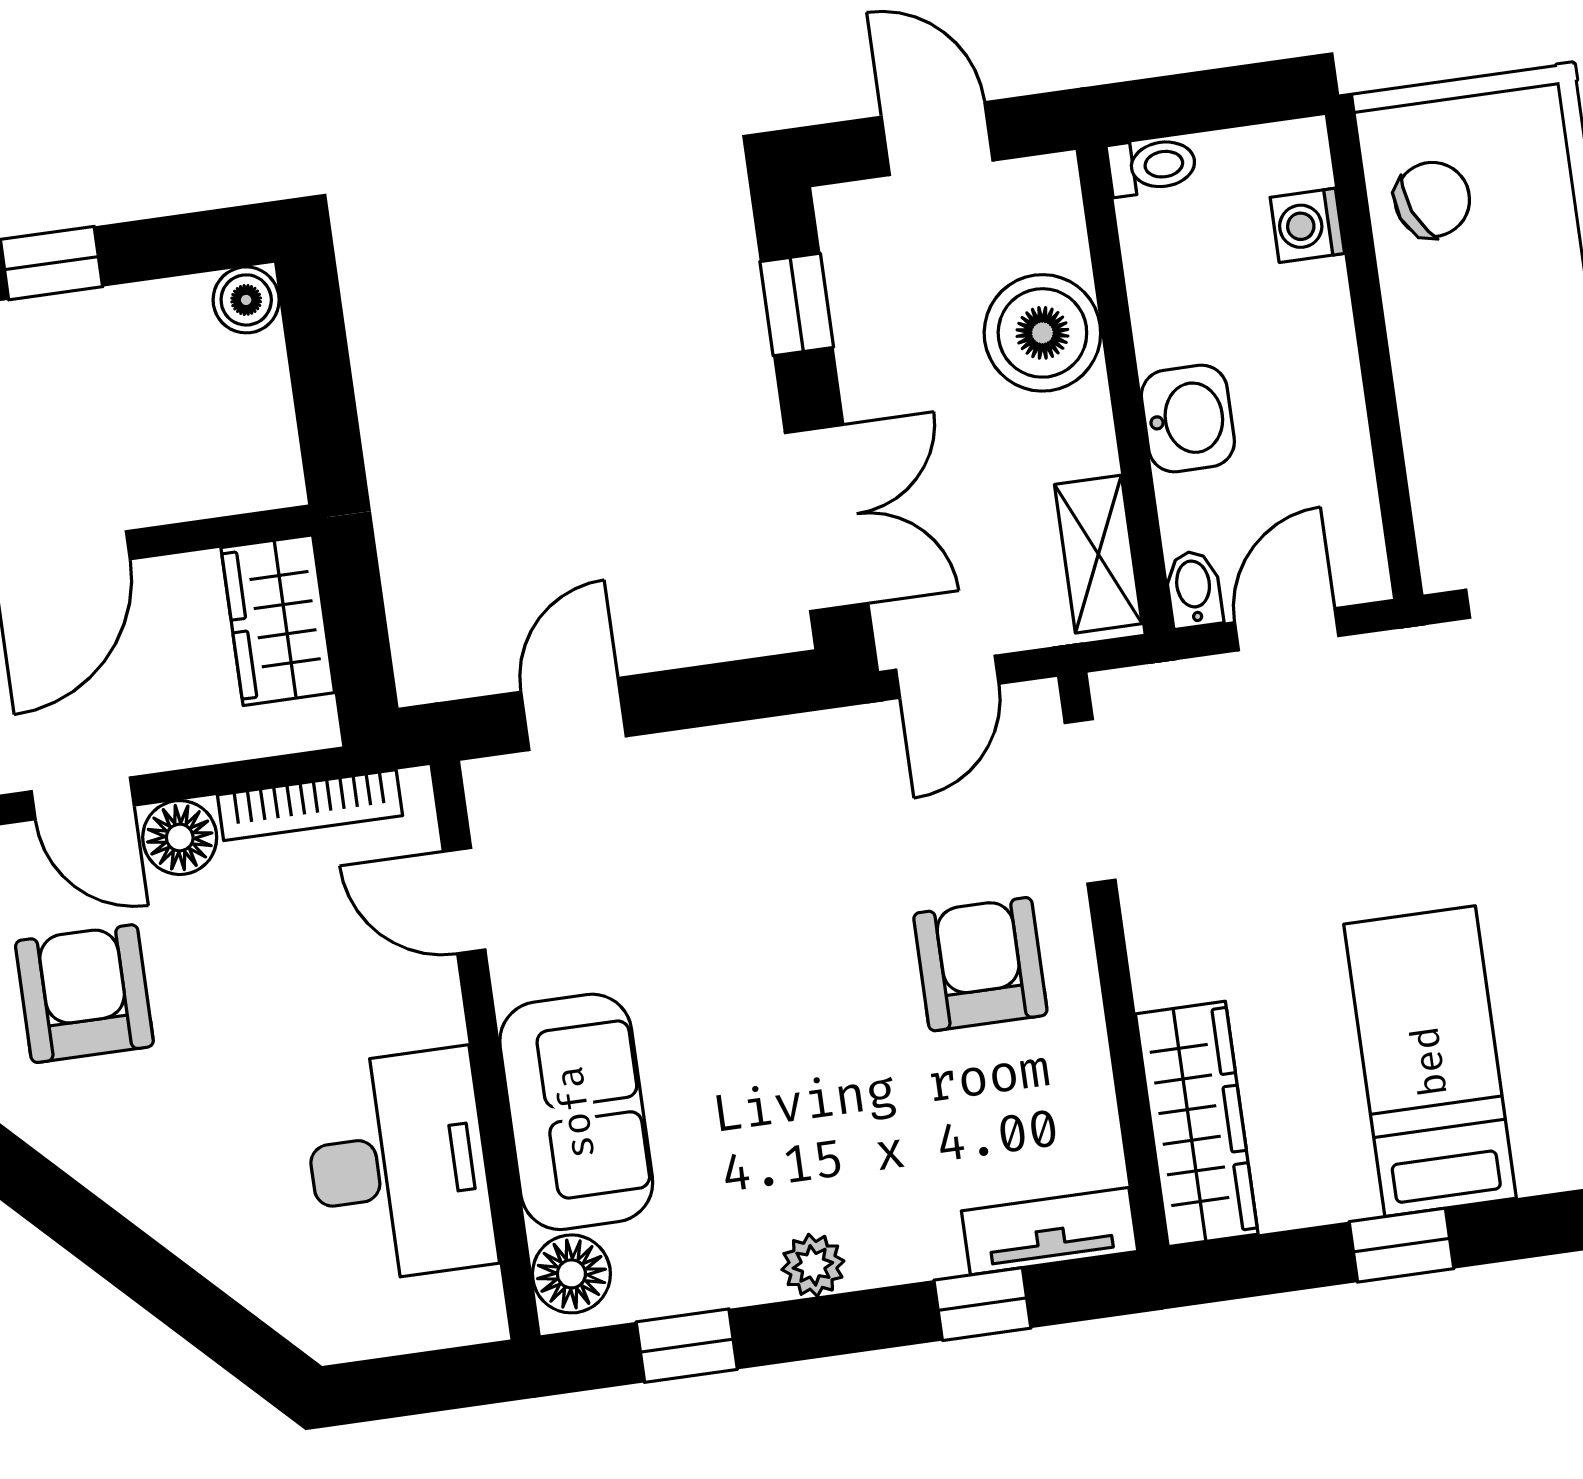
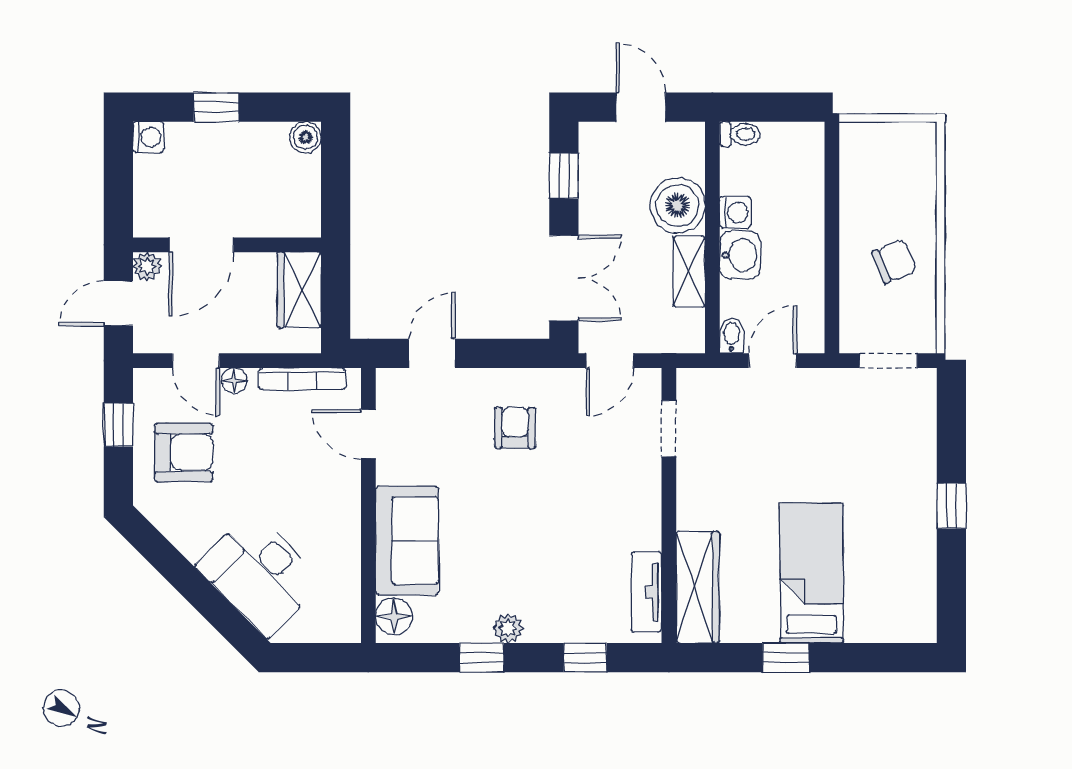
chair: (1432, 200) -> (894, 261), moved
washing machine: (1307, 225) -> (735, 212), moved, turned 180
shelving: (1098, 554) -> (689, 272), moved
doorway: (1090, 801) -> (669, 429), width x0.73
floor lamp: (180, 838) -> (234, 381), width x0.73, depth x0.73
armchair: (980, 964) -> (515, 428), moved, width x0.72, depth x0.72
armchair: (84, 994) -> (184, 453), turned 90
desk: (399, 1166) -> (260, 574), moved, turned 135
tv unit: (1050, 1231) -> (646, 592), moved, turned -90
window: (687, 1346) -> (482, 658), moved

